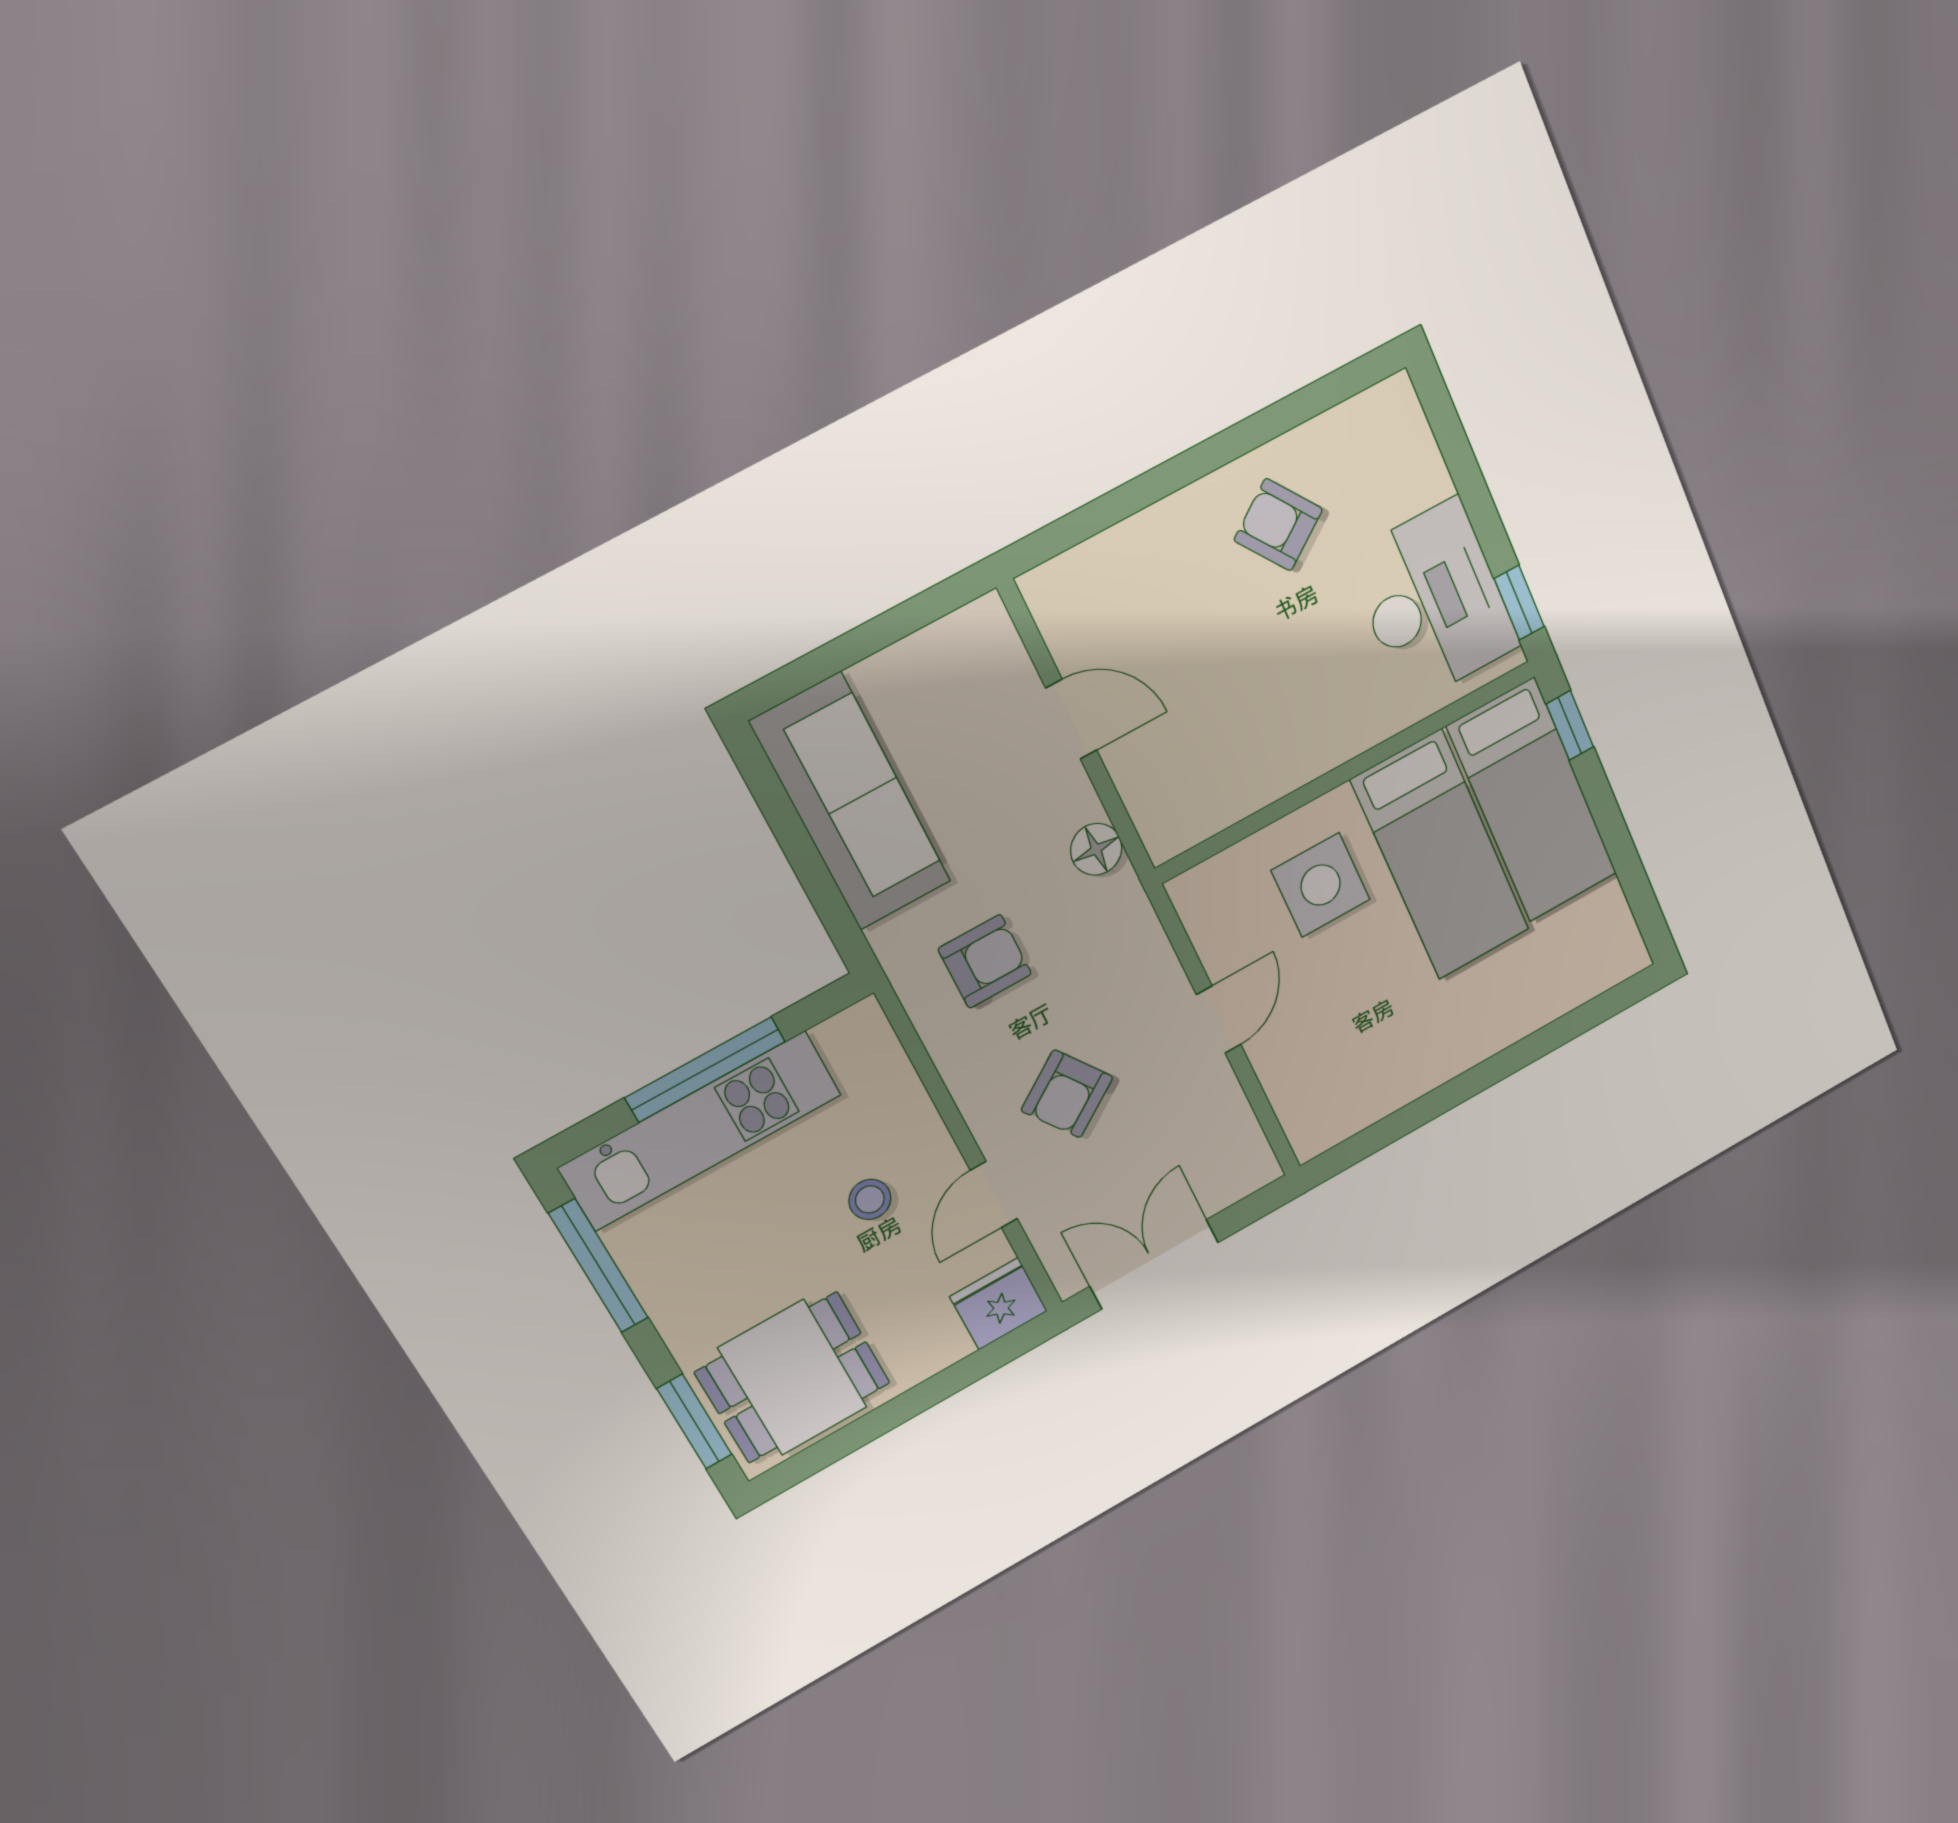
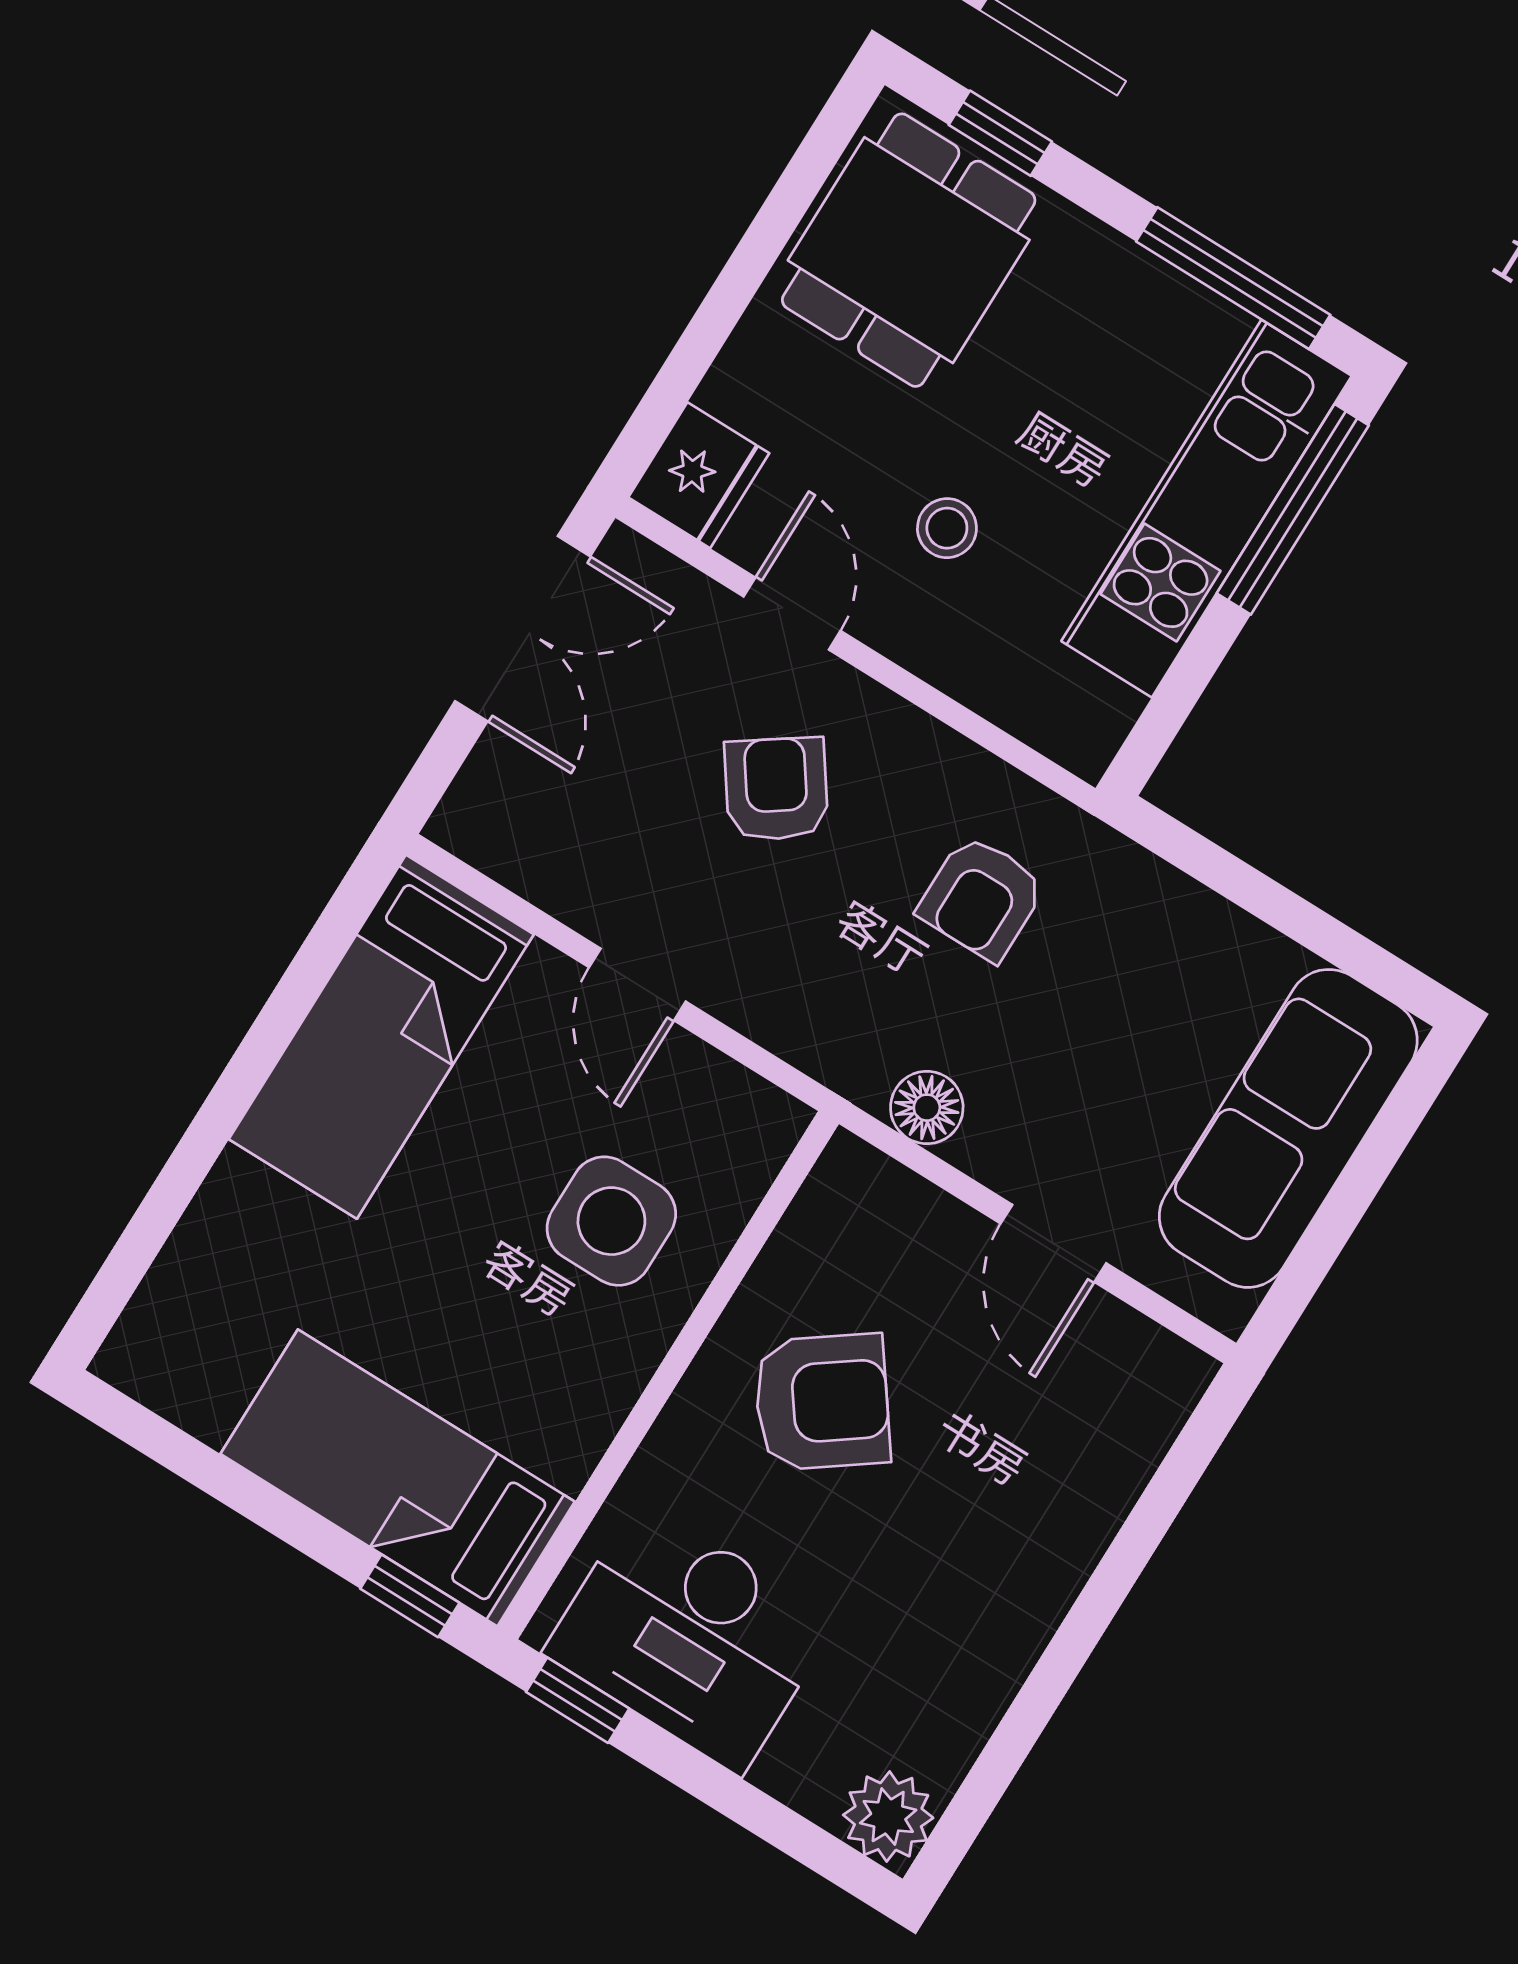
plant: (1390, 413) -> (888, 1816), added
armchair: (1278, 525) -> (822, 1402), moved, width x1.38, depth x1.38
door: (1071, 719) -> (1053, 1243), hinge flipped
sofa: (851, 802) -> (1288, 1128), moved, turned 90
bed: (1440, 855) -> (381, 1037), moved, turned -90
window: (705, 1070) -> (1293, 509), moved
window: (694, 1422) -> (1000, 133), width x0.67

